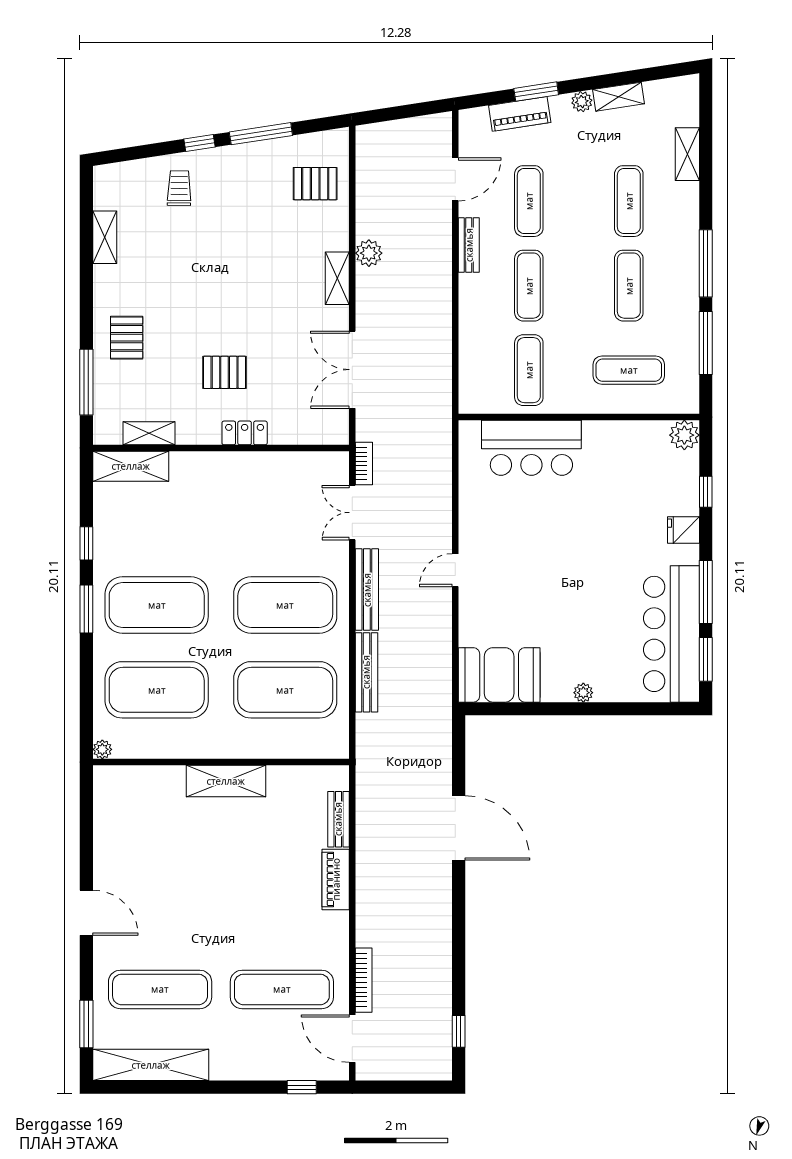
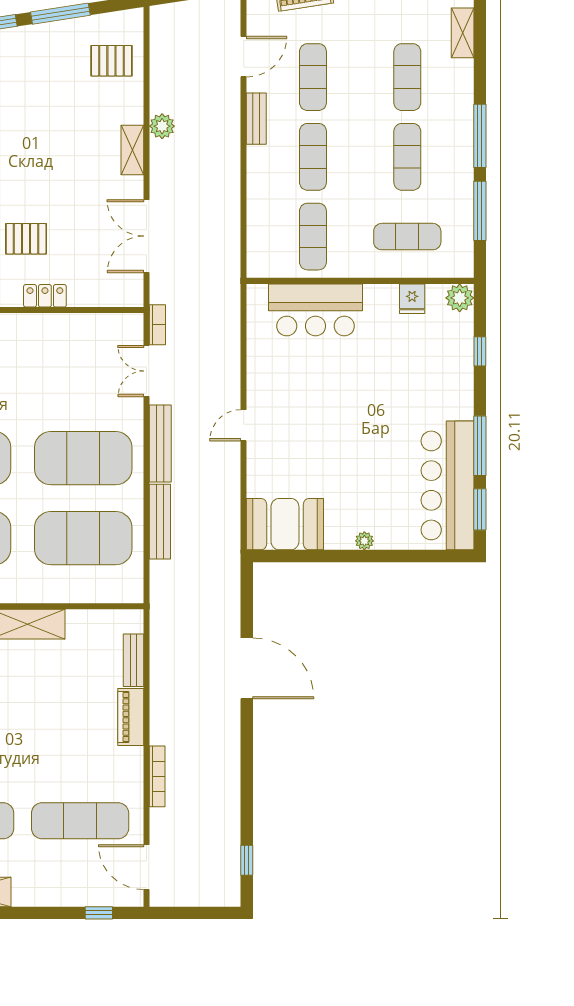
fridge: (683, 530) -> (412, 299), moved, turned -90
bookcase: (364, 980) -> (157, 776), moved

